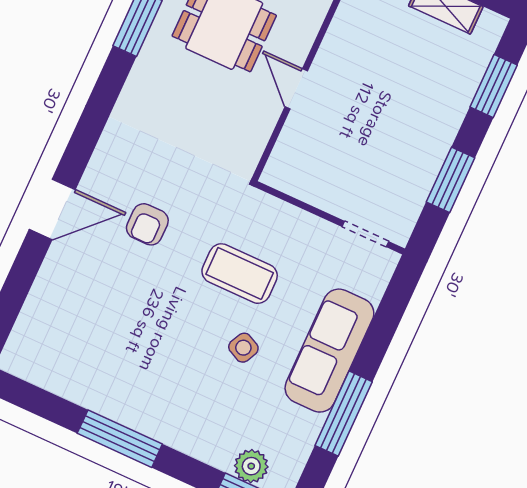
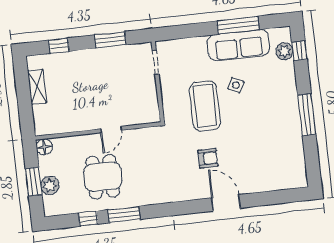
window: (494, 86) -> (59, 46), width x0.67
coffee table: (240, 274) -> (205, 106), width x1.36, depth x1.32
sofa: (329, 351) -> (238, 45), moved

